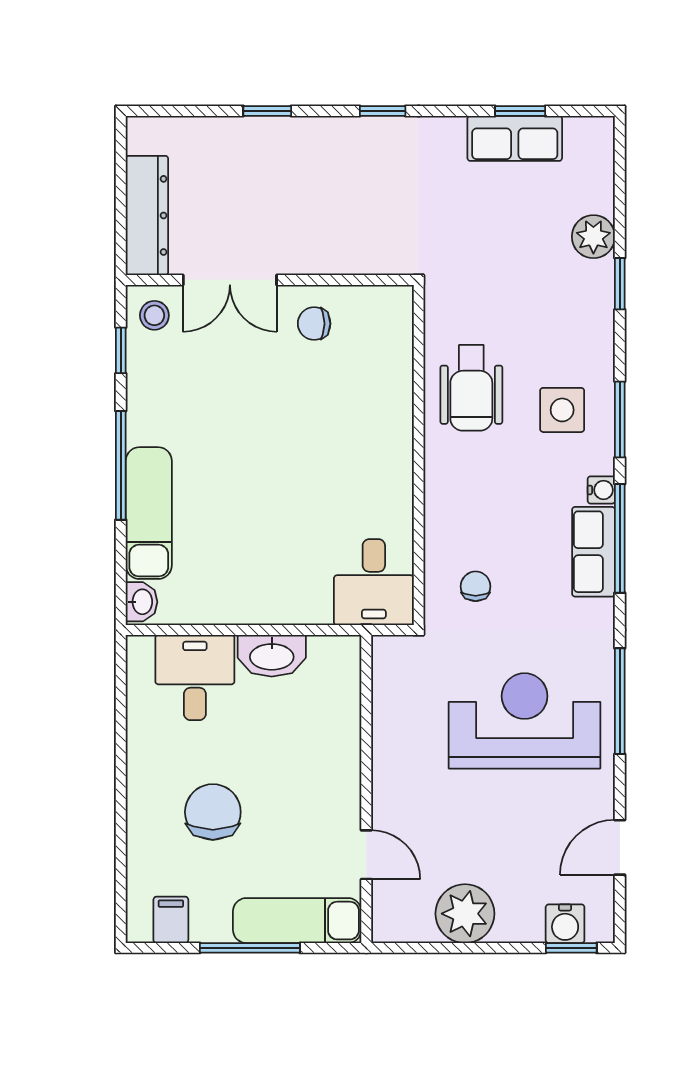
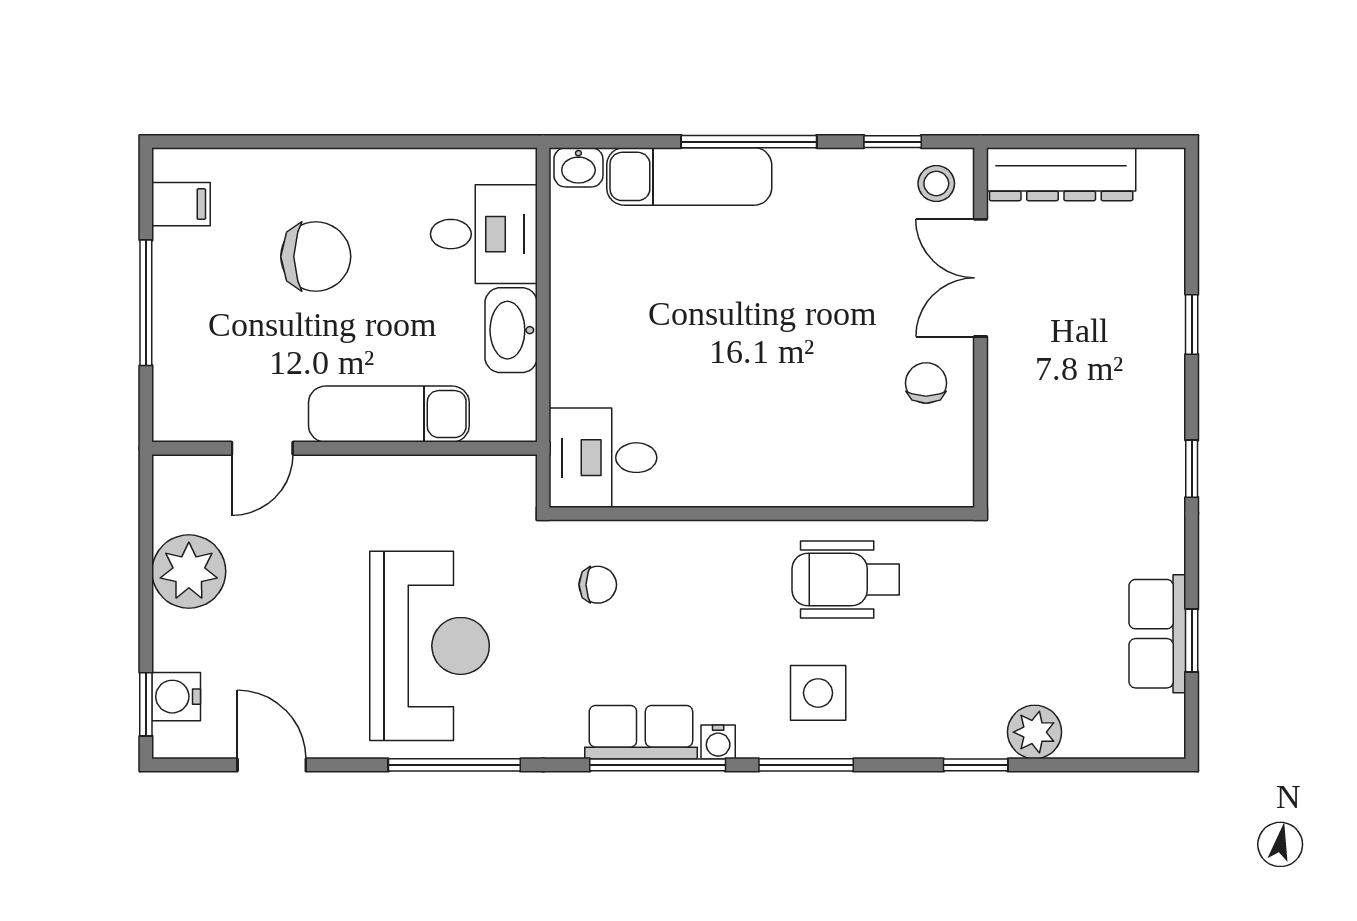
exam couch: (297, 921) -> (389, 414), moved, turned -90

